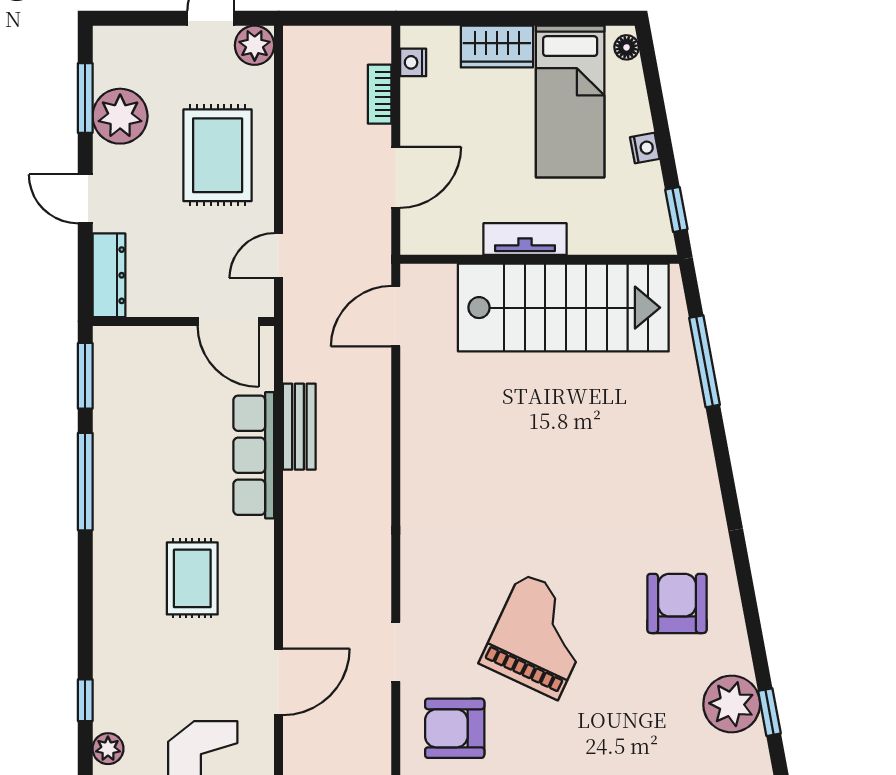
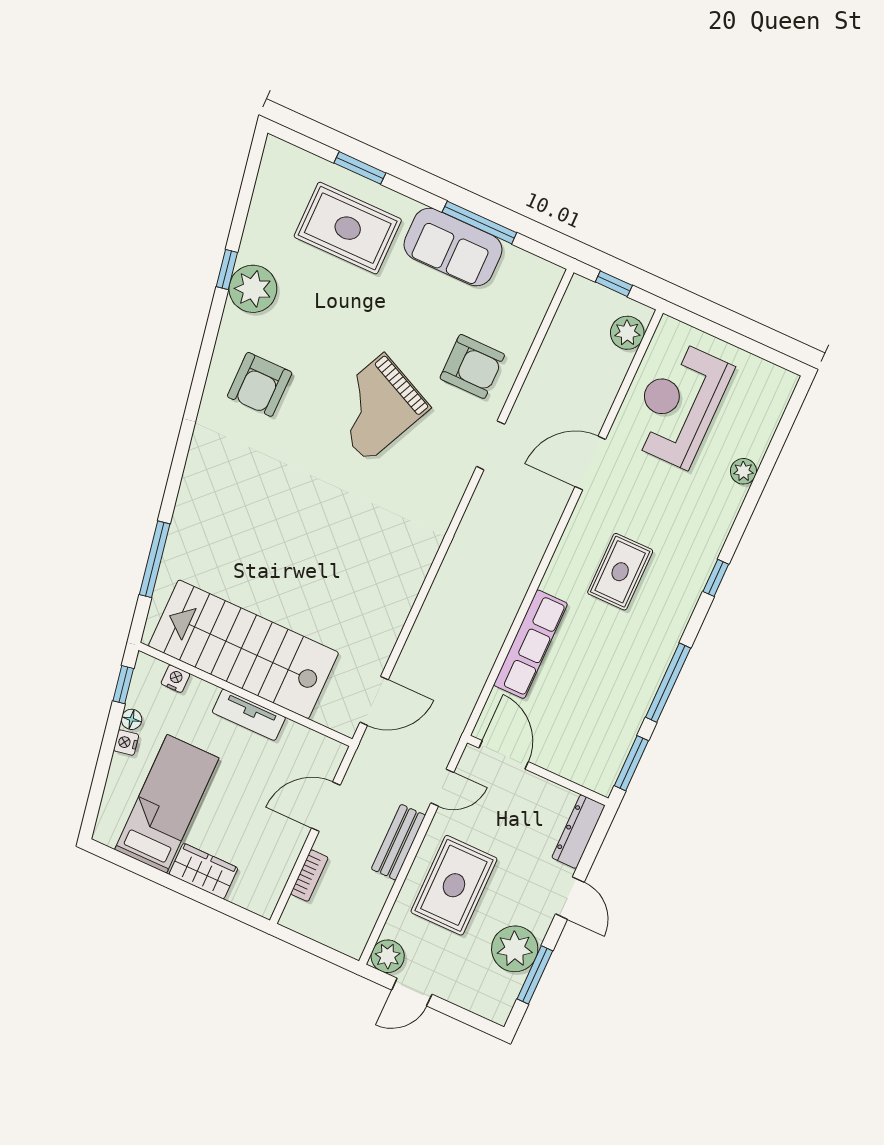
floor lamp: (627, 47) -> (131, 719), moved
nightstand: (413, 62) -> (175, 679), moved, turned -90
bench: (299, 427) -> (398, 842), moved
window: (85, 700) -> (716, 578), moved

